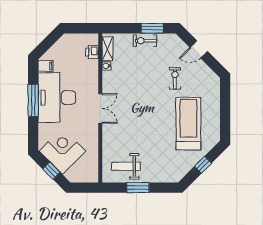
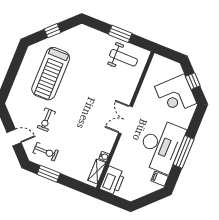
exercise bike: (145, 41) -> (46, 152), moved
printer: (92, 52) -> (113, 181), width x1.87, depth x1.48

